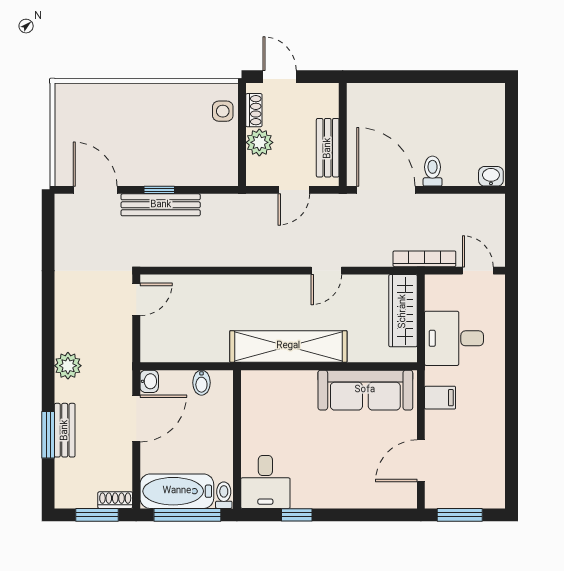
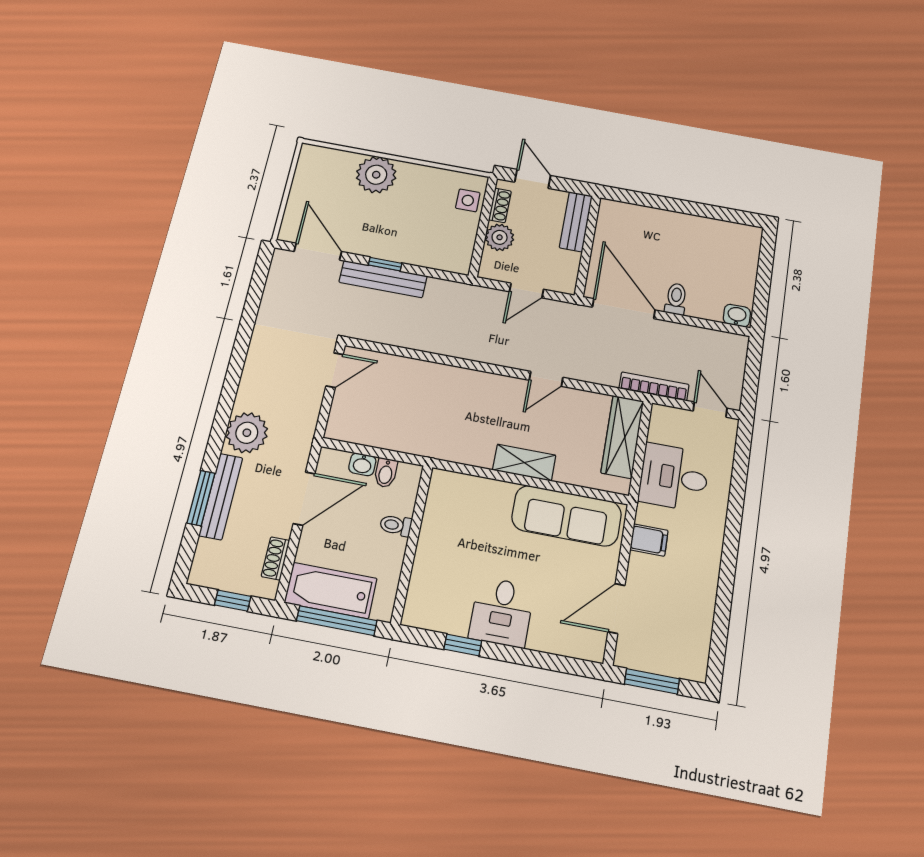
plant: (132, 102) -> (376, 175), added
bench: (328, 148) -> (576, 222), moved
shelving: (288, 346) -> (524, 463), width x0.45, depth x0.75
plant: (68, 366) -> (247, 433), width x1.36, depth x1.36
washbasin: (149, 381) -> (362, 464), moved, turned 90
bench: (65, 430) -> (221, 496), width x1.36
desk: (265, 482) -> (502, 612), moved
toilet: (224, 495) -> (396, 525), moved, turned -90
shoe rack: (115, 500) -> (275, 558), moved, turned -90
window: (97, 515) -> (233, 601), width x0.67

